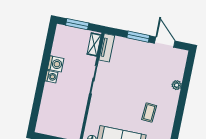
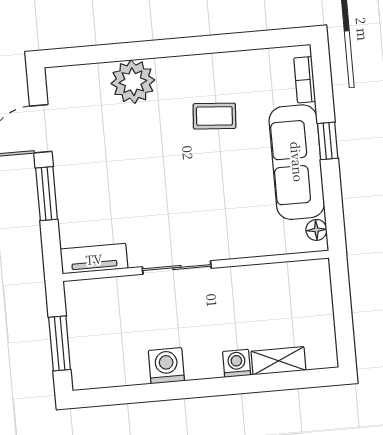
shelving: (94, 45) -> (278, 361), moved
washing machine: (51, 77) -> (237, 363), moved
plant: (177, 85) -> (133, 82), width x1.87, depth x1.87

